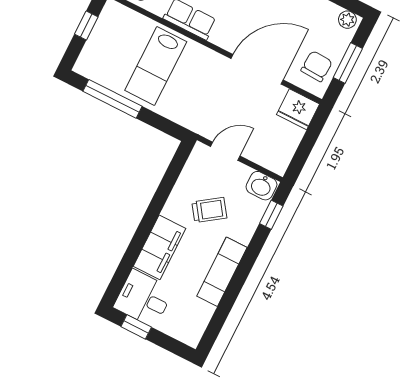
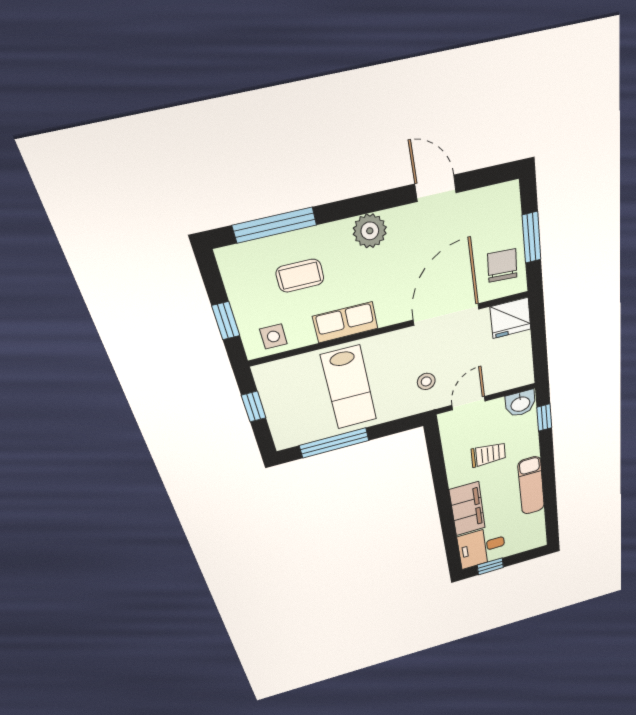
plant: (347, 20) -> (504, 194), removed
stool: (209, 107) -> (426, 381), added
trolley: (209, 210) -> (488, 455), turned 37

